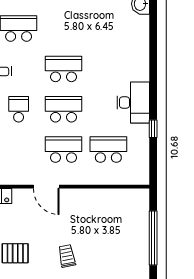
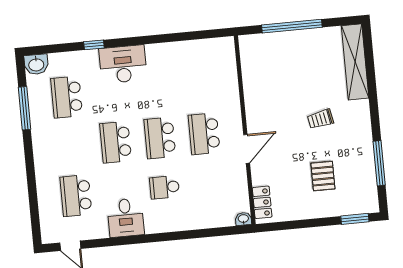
desk: (133, 103) -> (123, 64), moved
window: (153, 129) -> (94, 45), moved
school desk: (108, 150) -> (67, 97), moved

